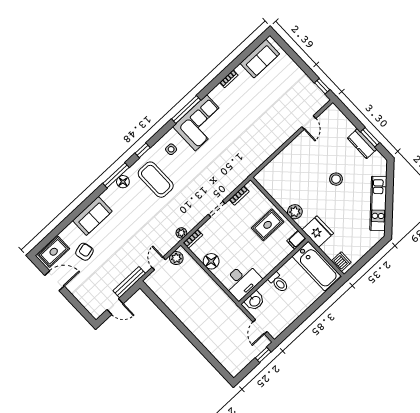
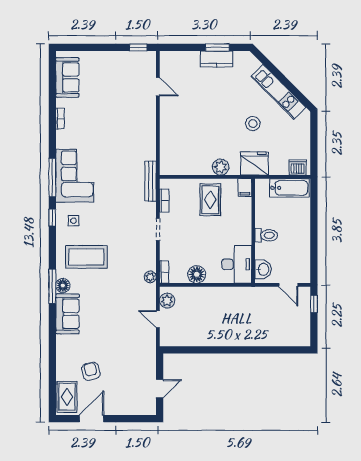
window: (143, 150) -> (52, 218), moved
stool: (336, 179) -> (253, 124), moved
sofa: (92, 216) -> (67, 314), moved
bathtub: (317, 266) -> (289, 188), width x0.73, depth x0.73
bench: (129, 282) -> (151, 181), moved

